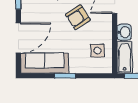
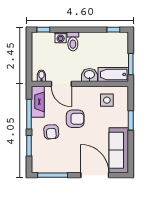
armchair: (78, 17) -> (75, 119), turned -57
window: (65, 76) -> (131, 120), moved

